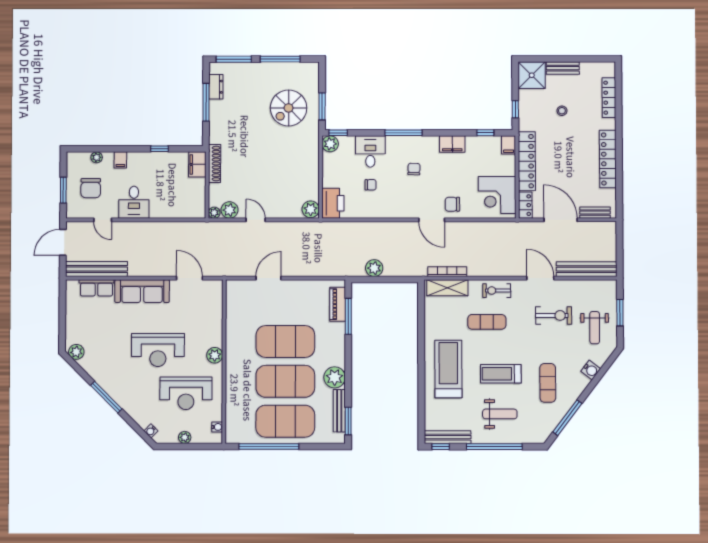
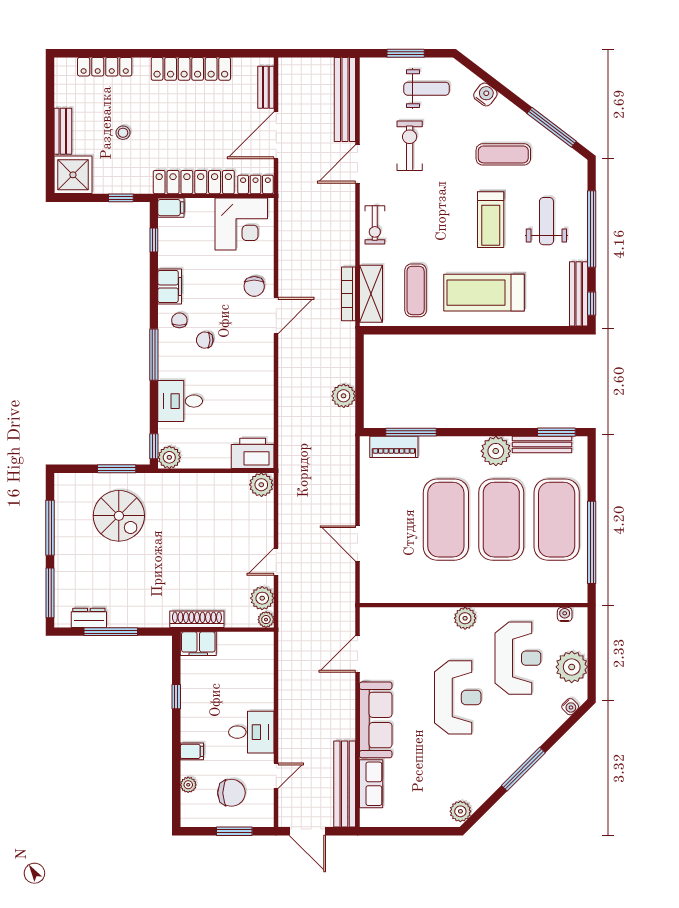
chair: (371, 185) -> (179, 320), moved
exercise mat: (487, 322) -> (416, 290), moved
plant: (185, 437) -> (572, 667), width x1.87, depth x1.87

